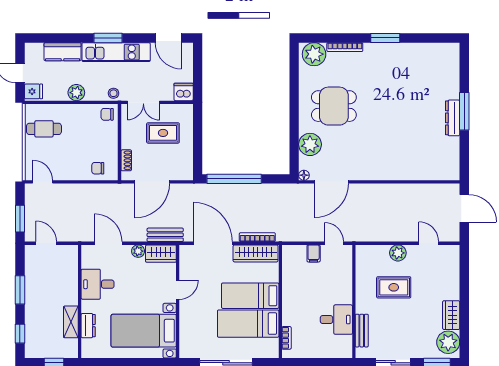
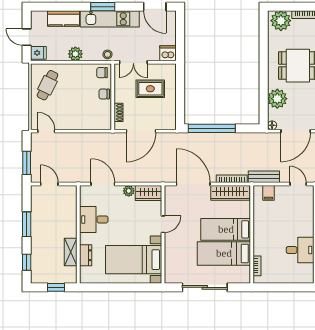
cafe table: (44, 129) -> (47, 85), turned -64
chair: (98, 168) -> (104, 94), moved
bench: (165, 235) -> (264, 177), moved
filing cabinet: (314, 253) -> (268, 193), moved

